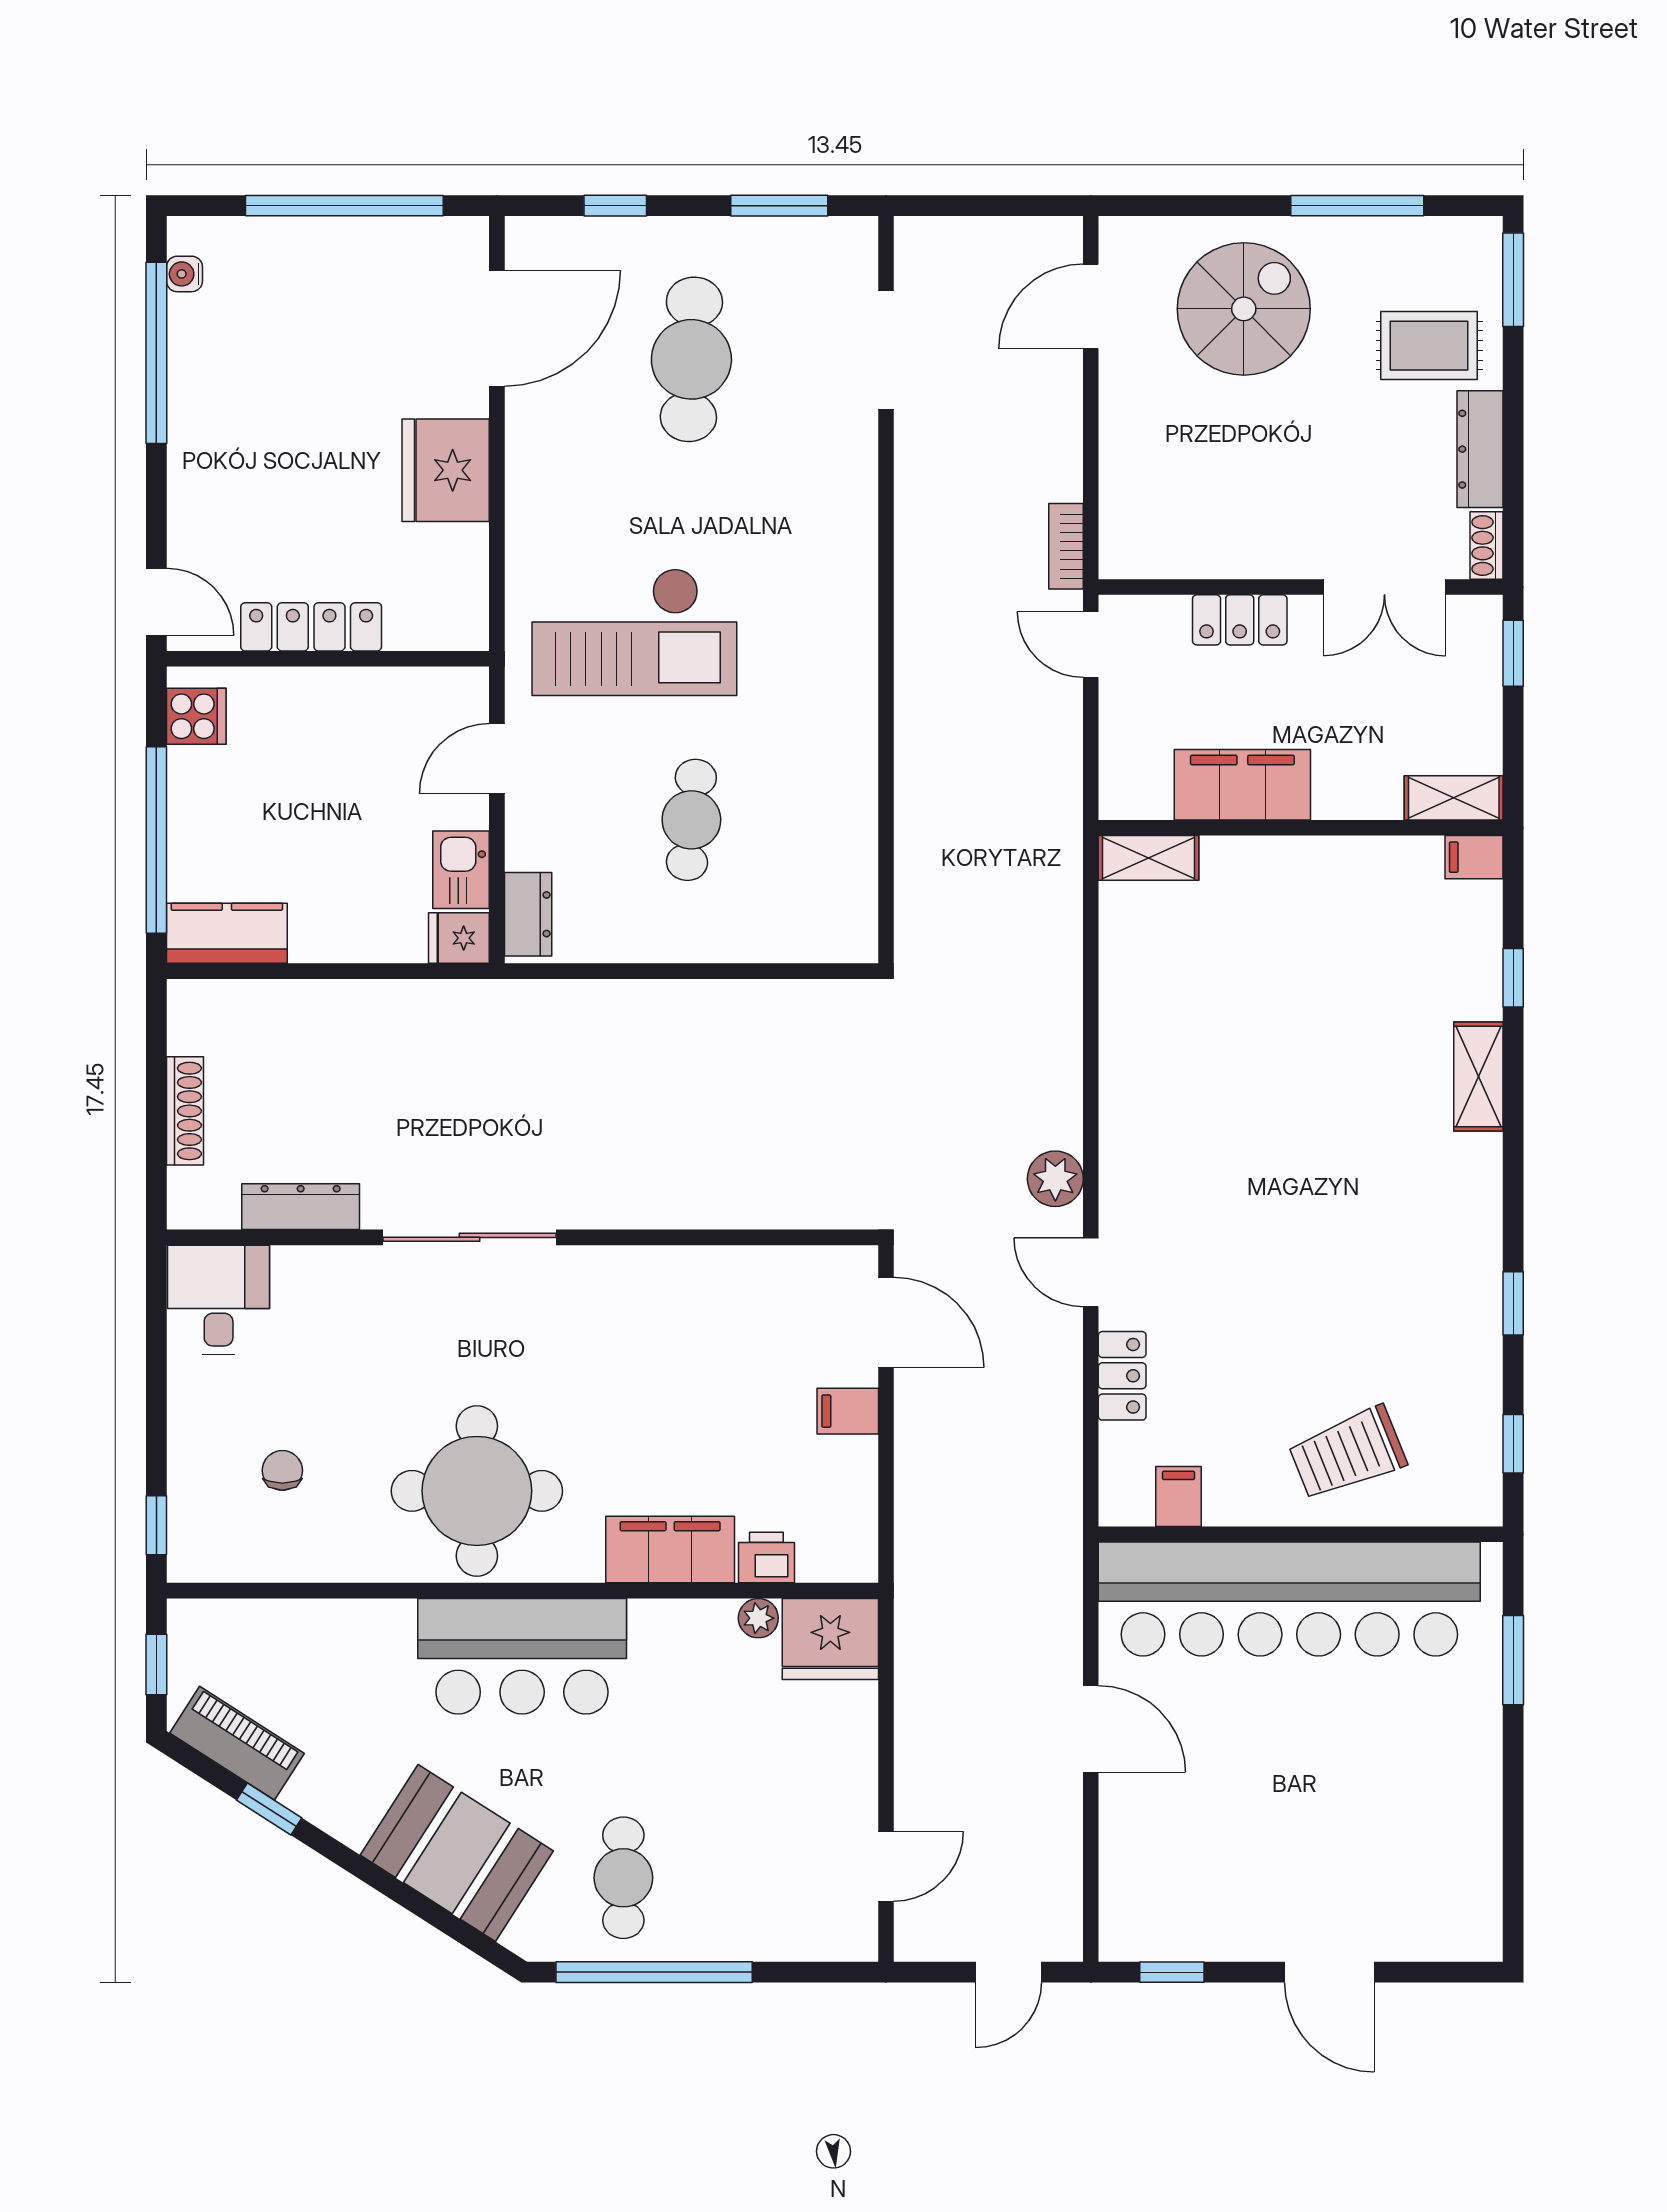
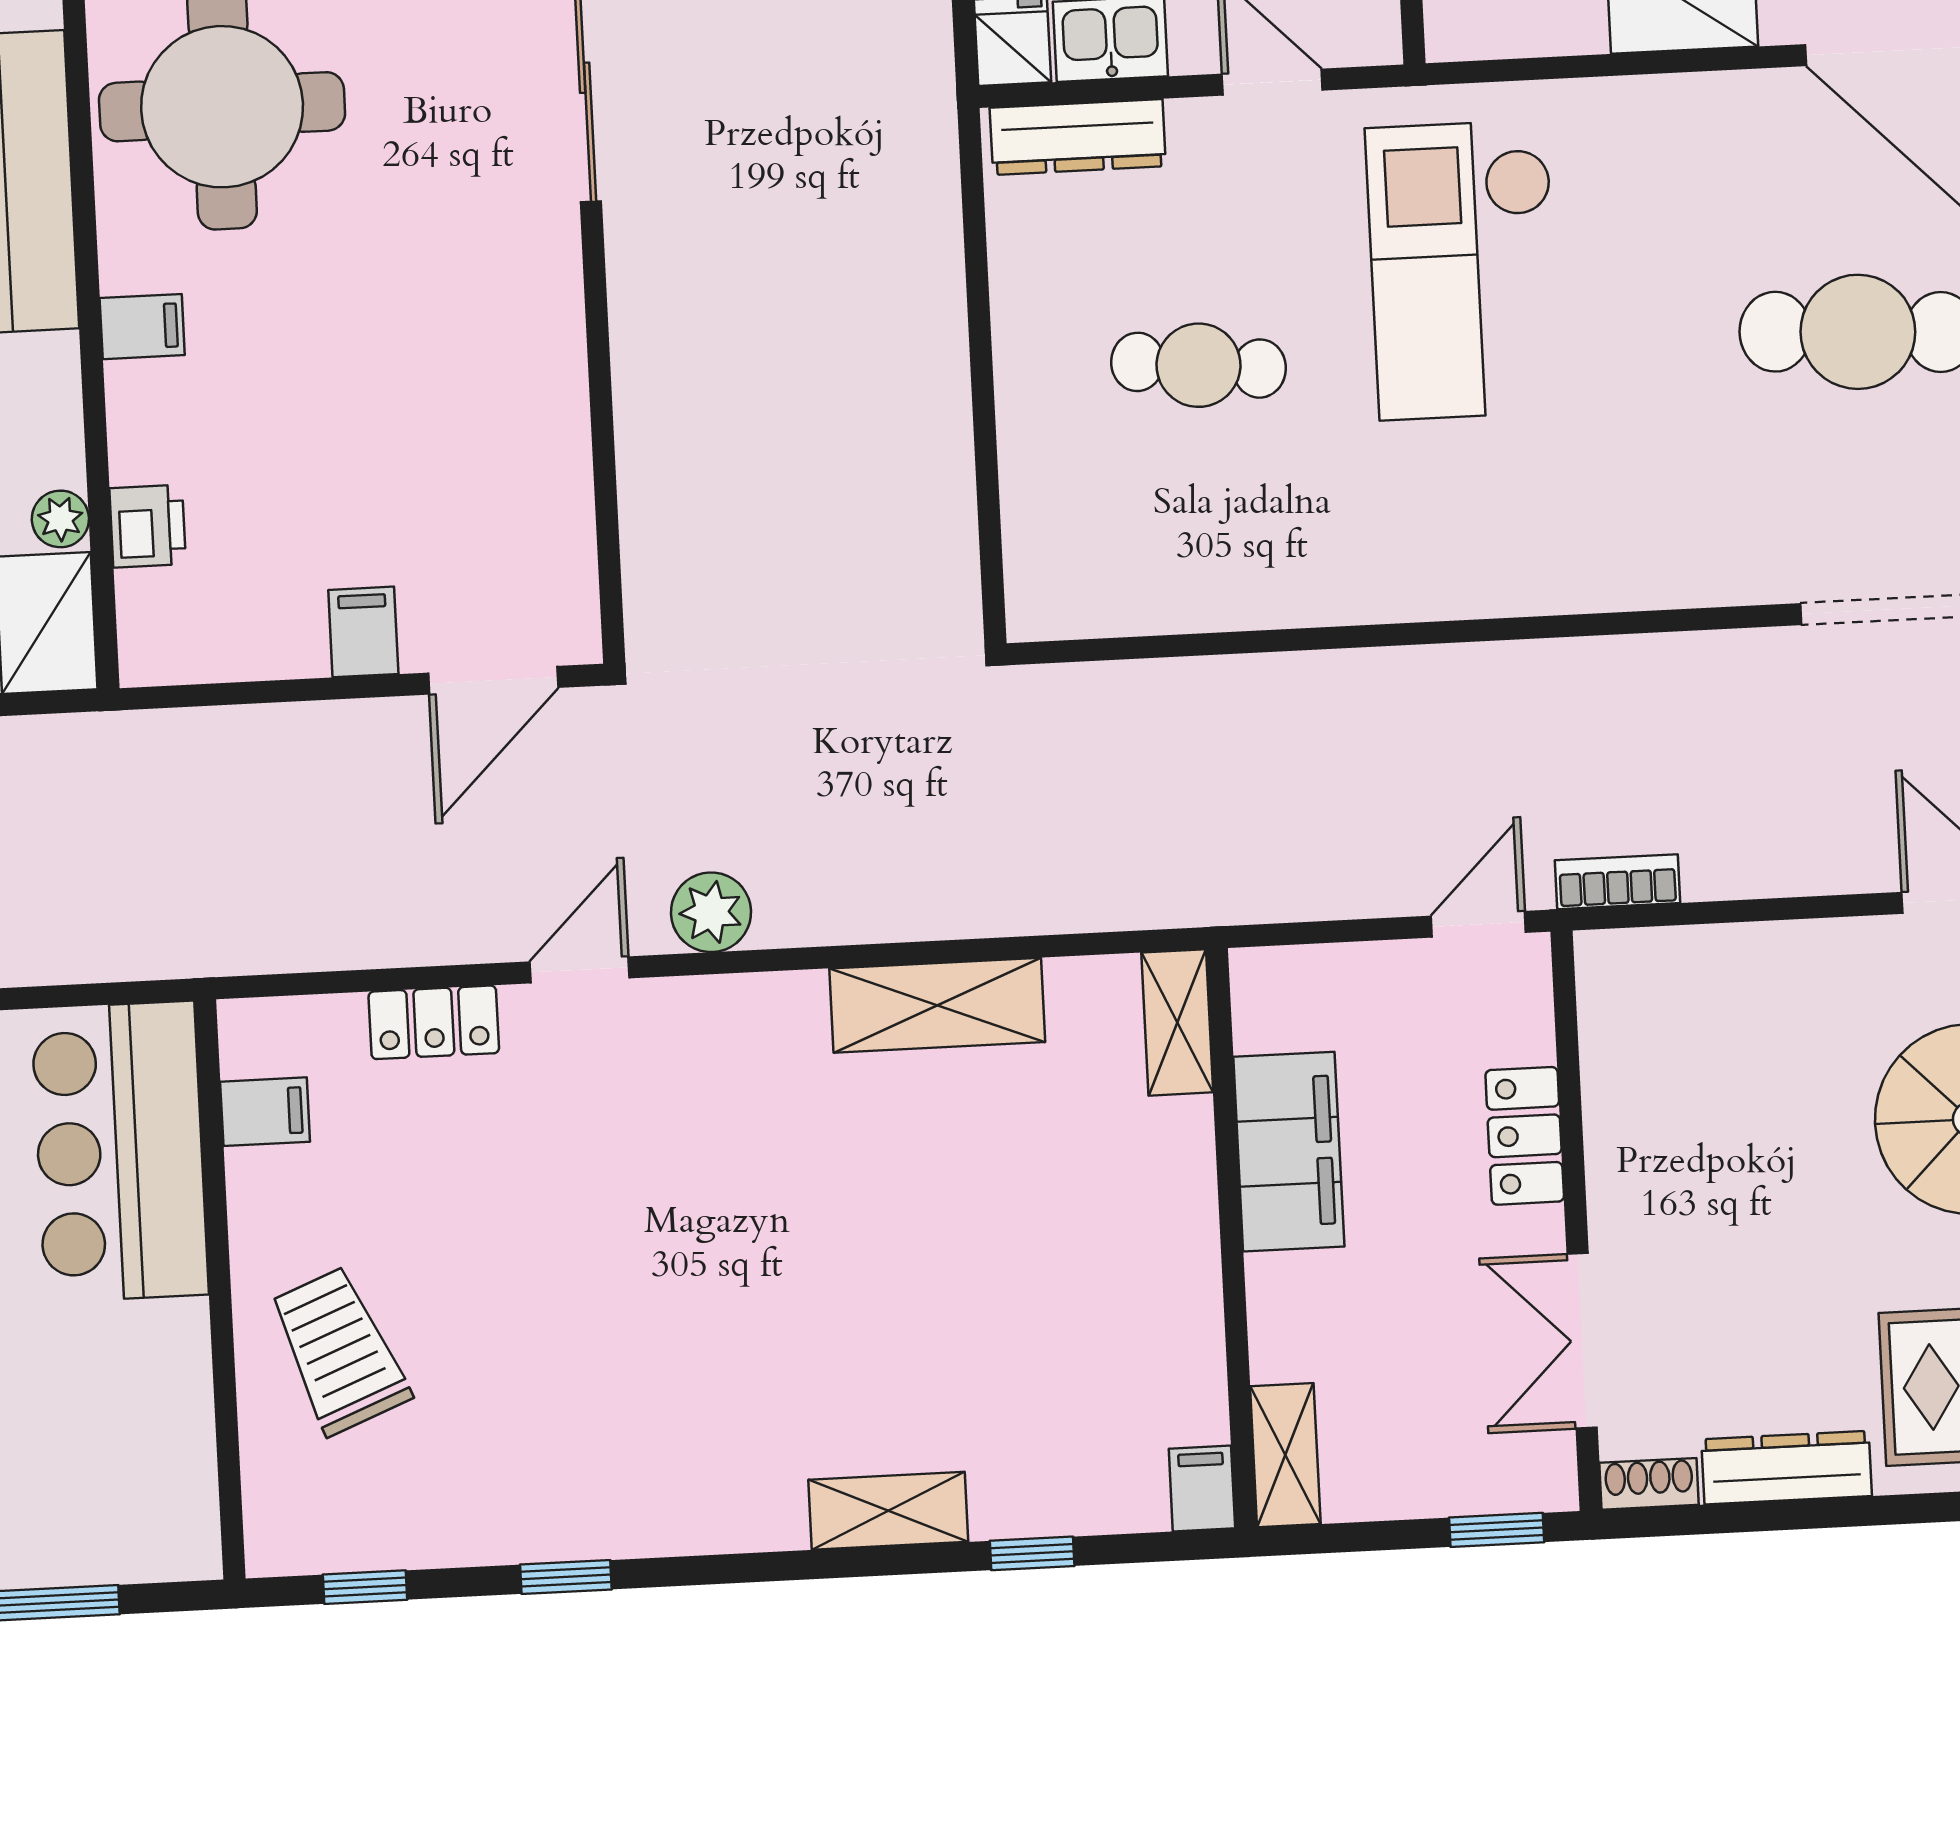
dresser: (528, 914) -> (1078, 137), width x1.44
shelving: (1128, 1024) -> (937, 1005), added
filing cabinet: (670, 1550) -> (142, 327), width x0.33, depth x0.86
bar counter: (1289, 1599) -> (120, 1152), width x0.54

